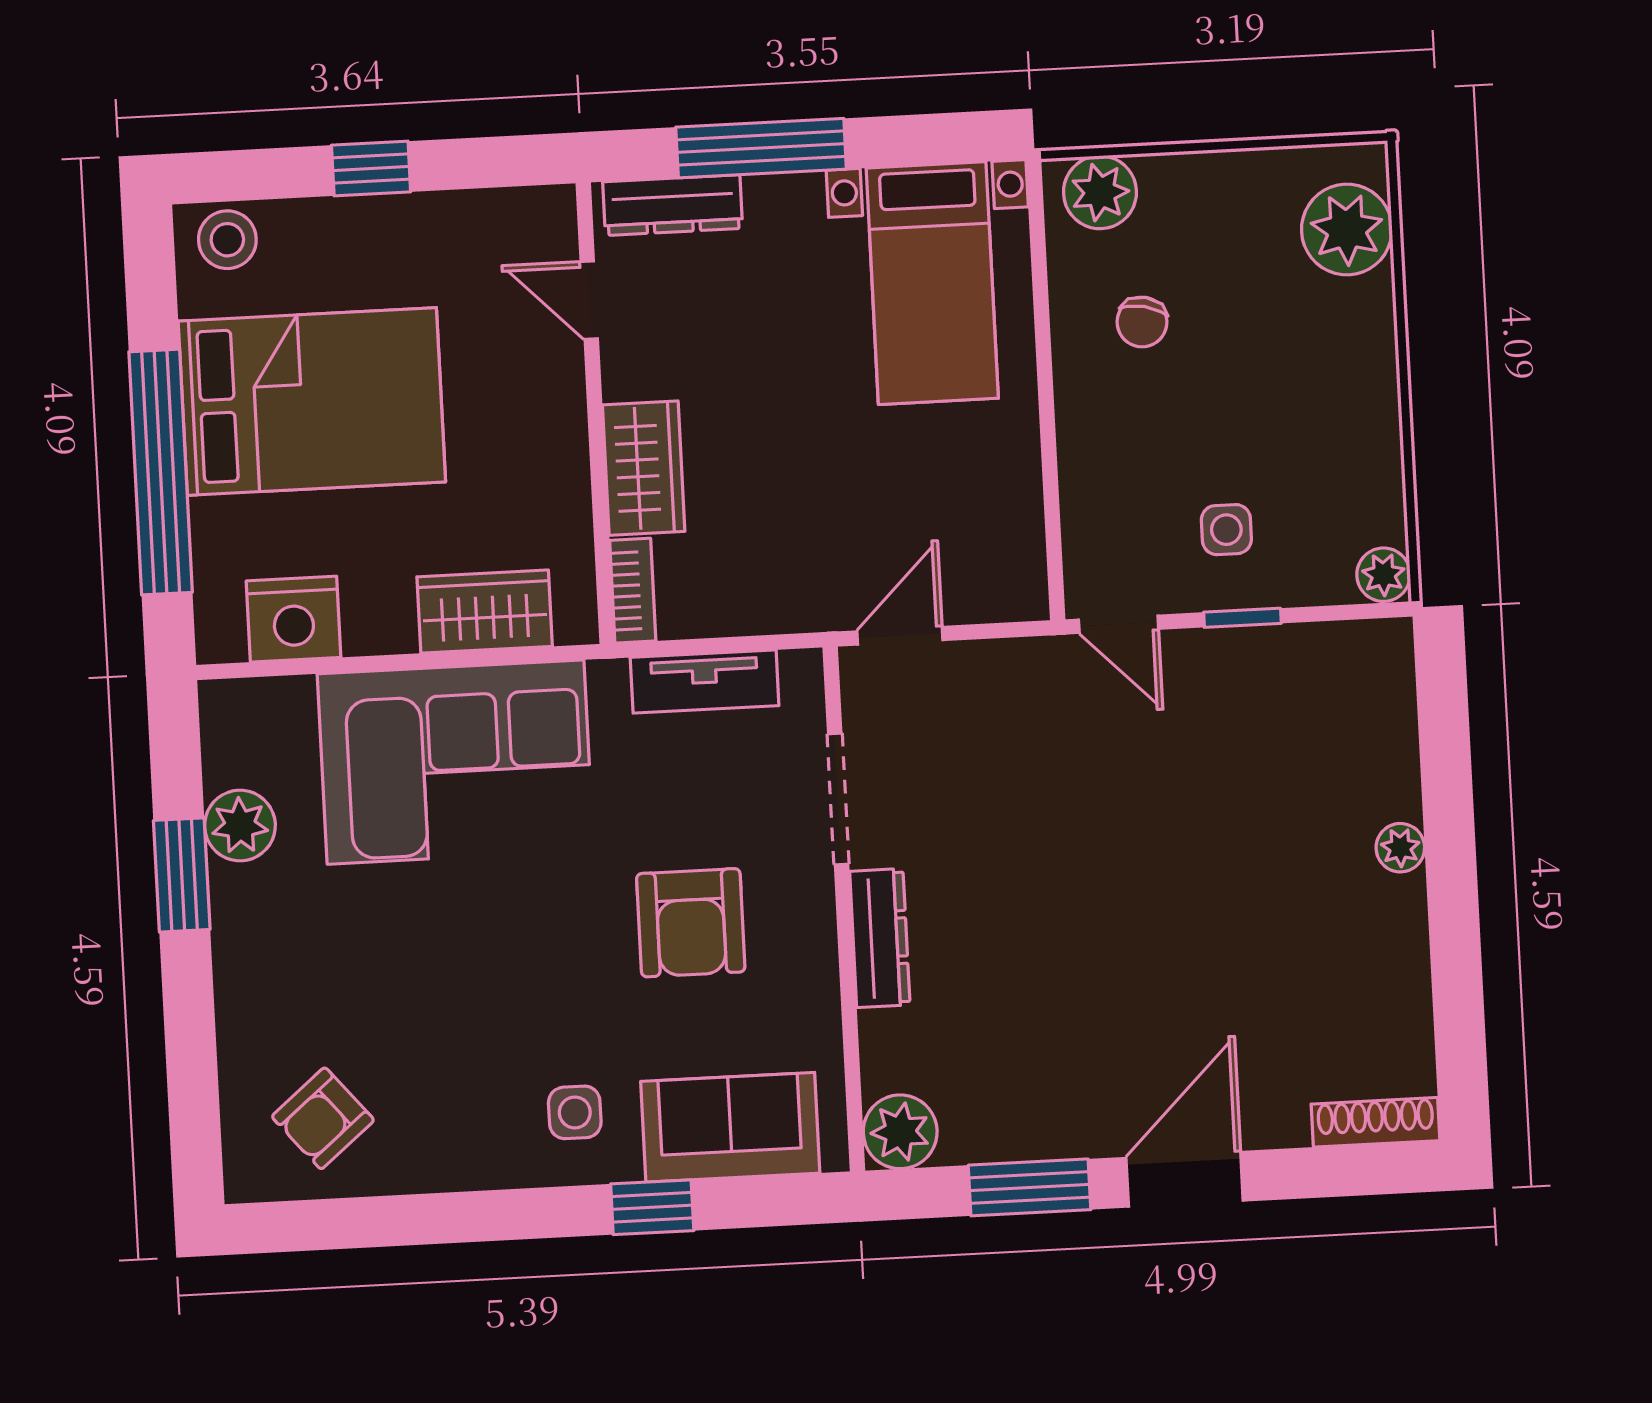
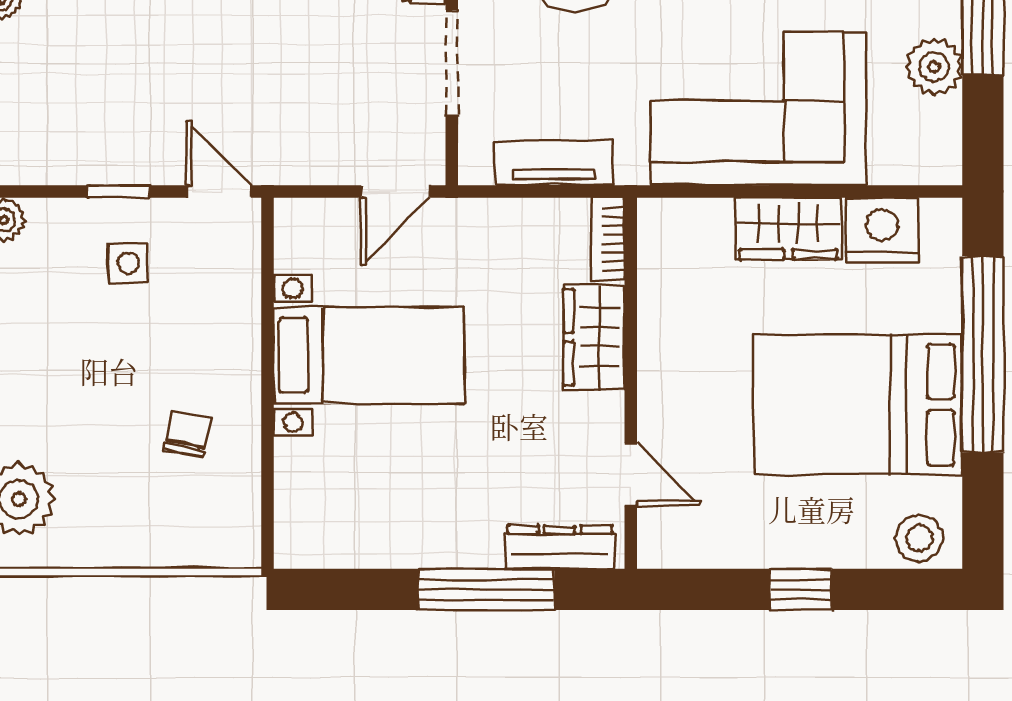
plant: (1100, 192) -> (216, 540), removed
bed with nightstands: (932, 283) -> (369, 355), moved, turned 90
wardrobe: (485, 612) -> (788, 228), moved

